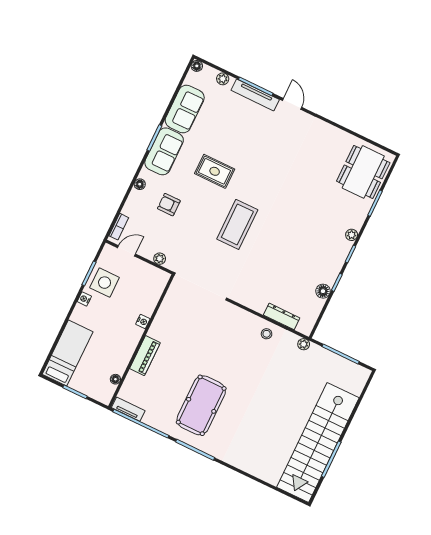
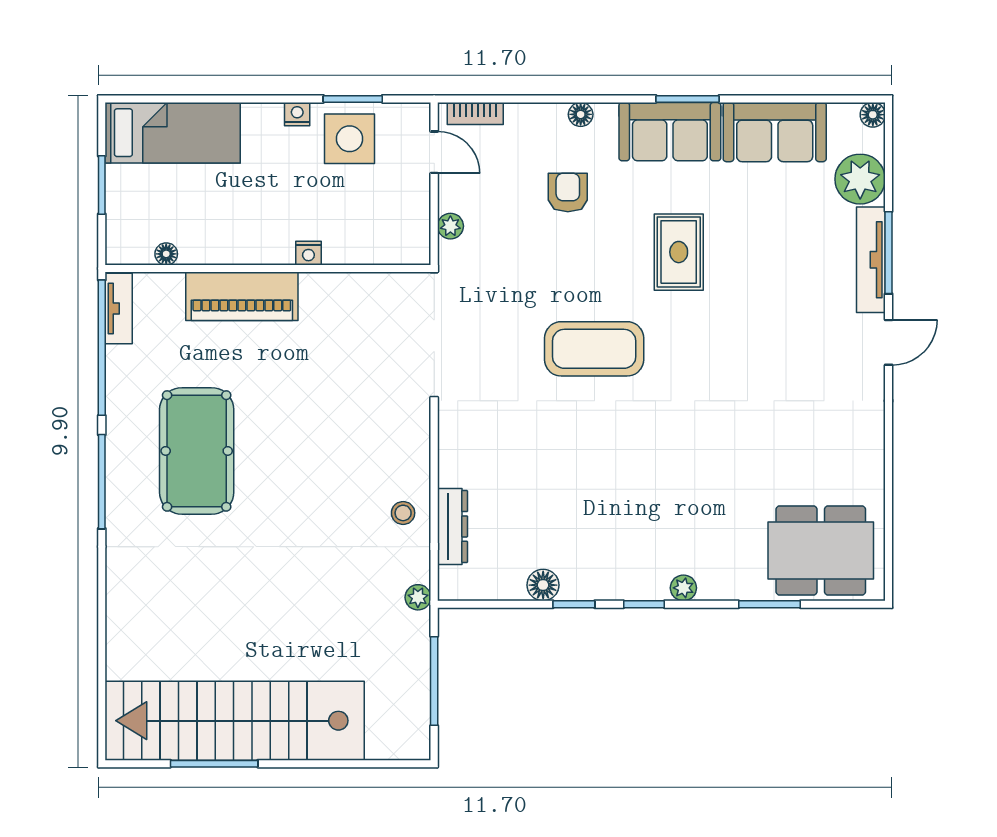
plant: (223, 79) -> (860, 179), width x1.87, depth x1.87
piano: (145, 356) -> (242, 296), width x1.37, depth x1.33
pool table: (201, 405) -> (197, 451), turned 90

